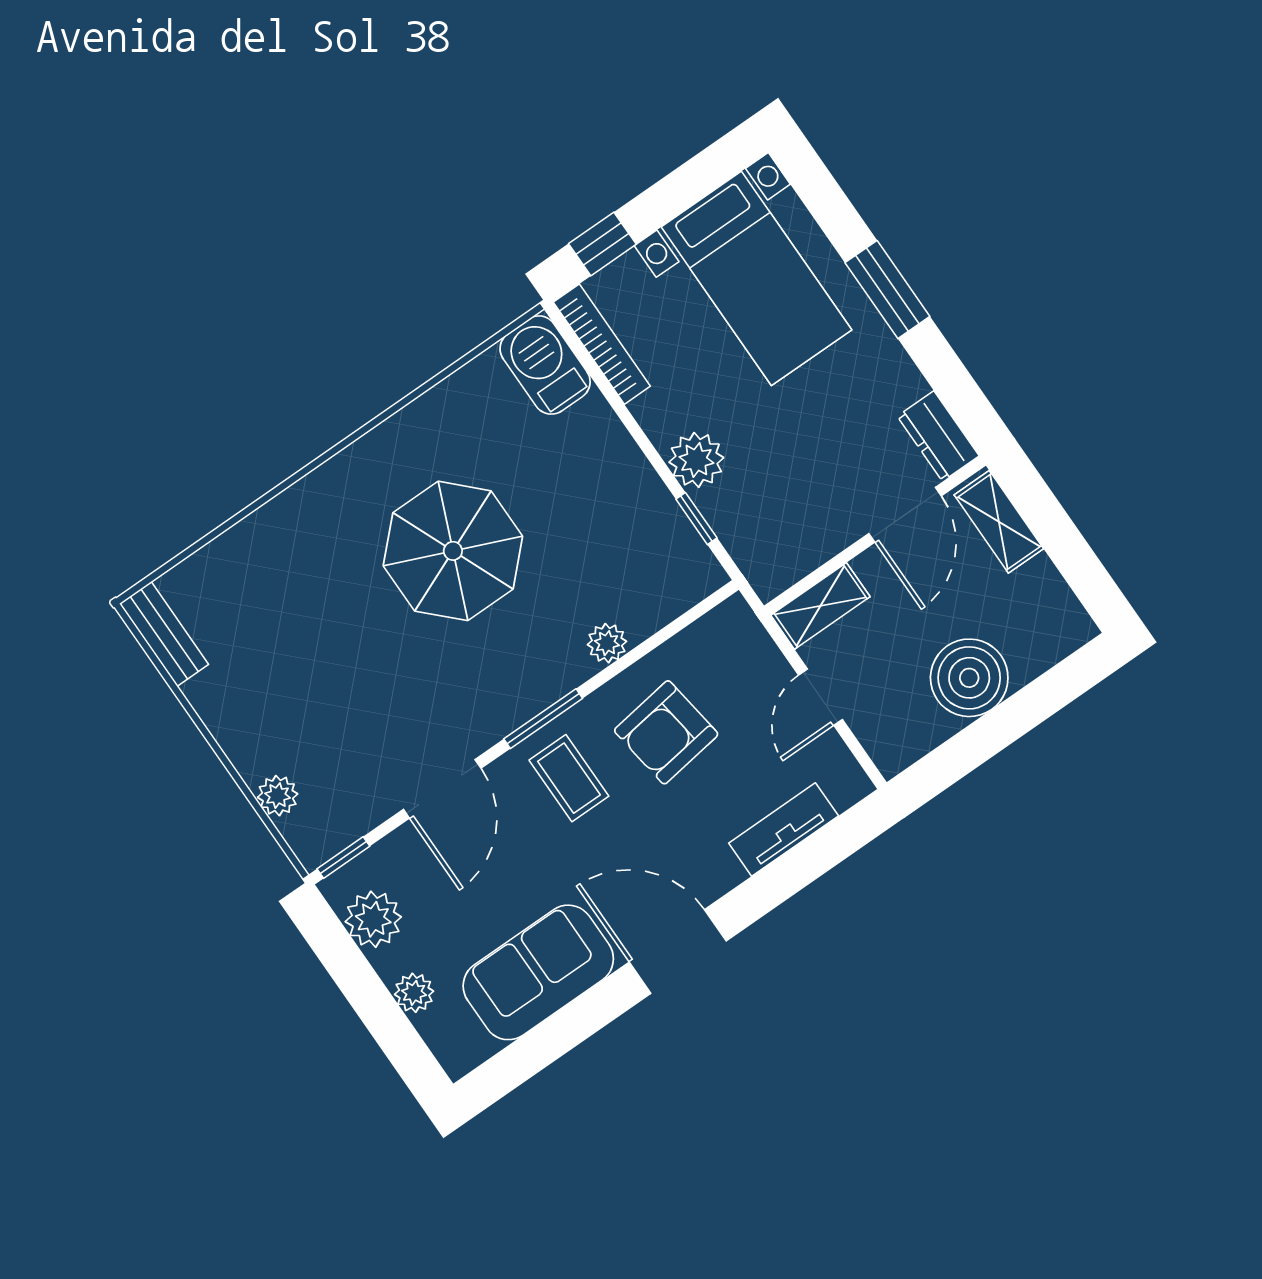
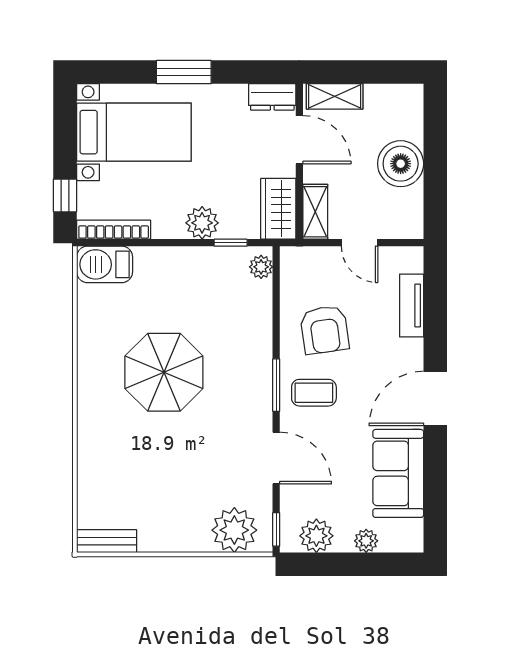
wardrobe: (789, 552) -> (278, 209), added
plant: (607, 643) -> (261, 267), moved
plant: (278, 796) -> (234, 530), width x1.87, depth x1.87

